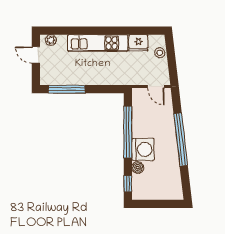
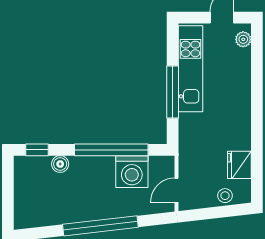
kitchen unit: (98, 43) -> (190, 69), moved, turned 180
window: (67, 89) -> (173, 92), moved
washing machine: (143, 149) -> (132, 172), moved

